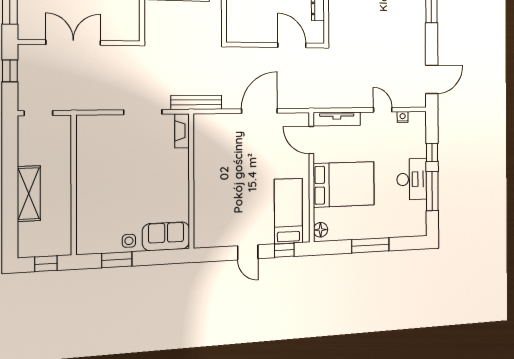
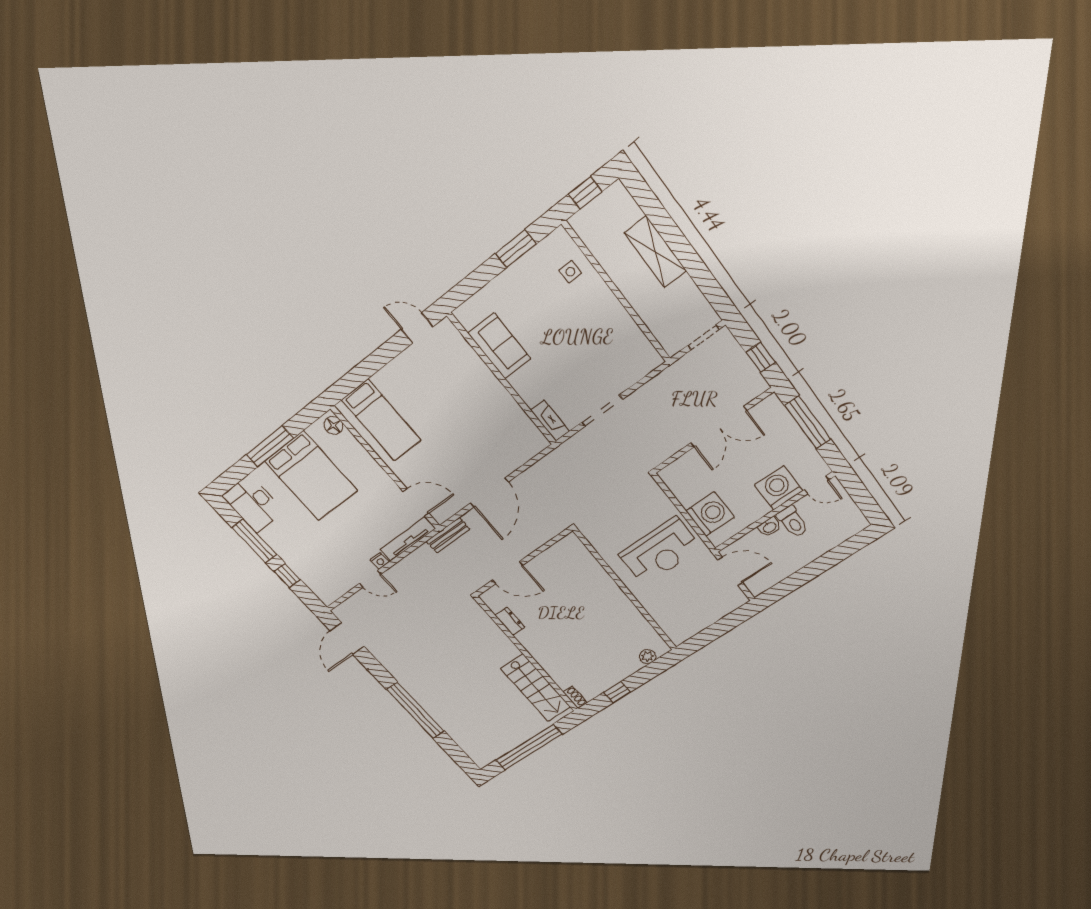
bench: (196, 102) -> (448, 535), moved, width x0.73
nightstand: (403, 117) -> (380, 561), moved
desk: (412, 179) -> (253, 504), moved
bed: (344, 184) -> (311, 476), moved, turned -90
sofa: (166, 236) -> (499, 346), moved, turned -90
side table: (129, 241) -> (570, 272), moved
window: (284, 250) -> (353, 380), removed
door: (248, 252) -> (417, 328), moved

